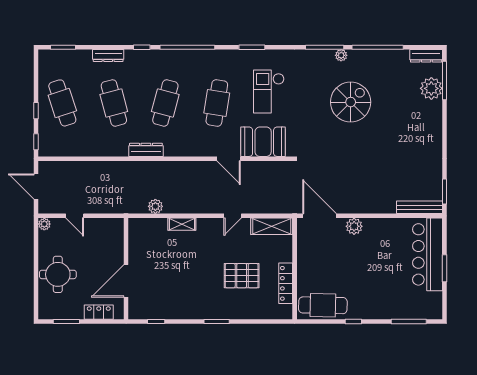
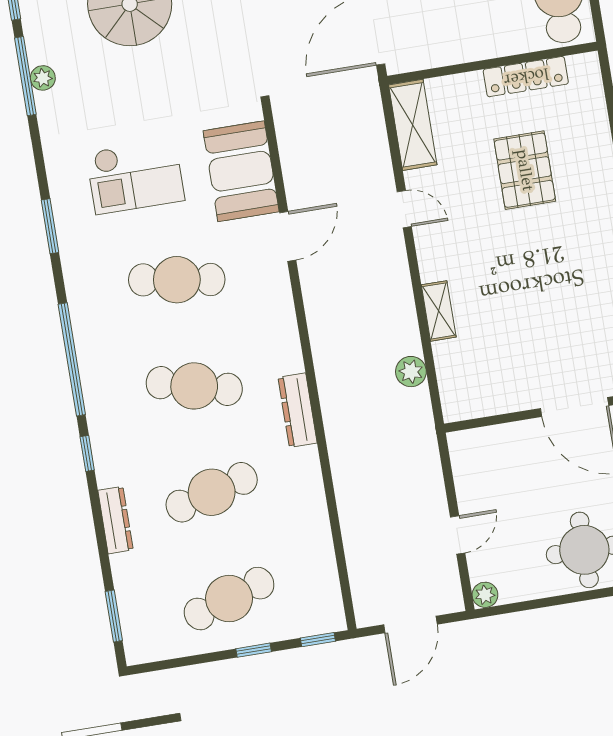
plant: (341, 55) -> (43, 78), moved

